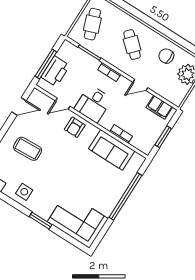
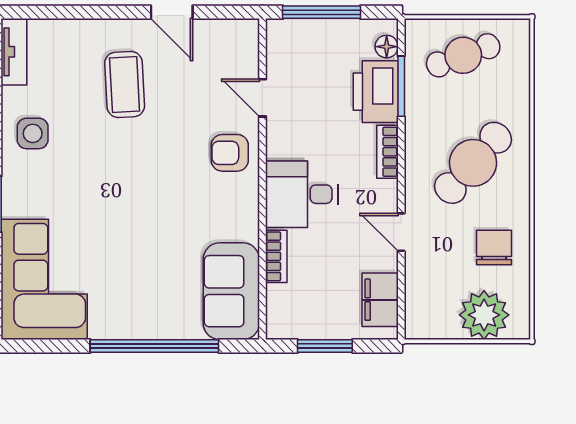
cafe table: (132, 45) -> (473, 163), width x1.37, depth x1.35
floor lamp: (72, 49) -> (387, 47), added
printer: (55, 71) -> (376, 92), moved, turned 90
desk: (93, 104) -> (302, 194), moved
door: (19, 106) -> (172, 12), moved
sofa: (112, 150) -> (231, 291), moved

